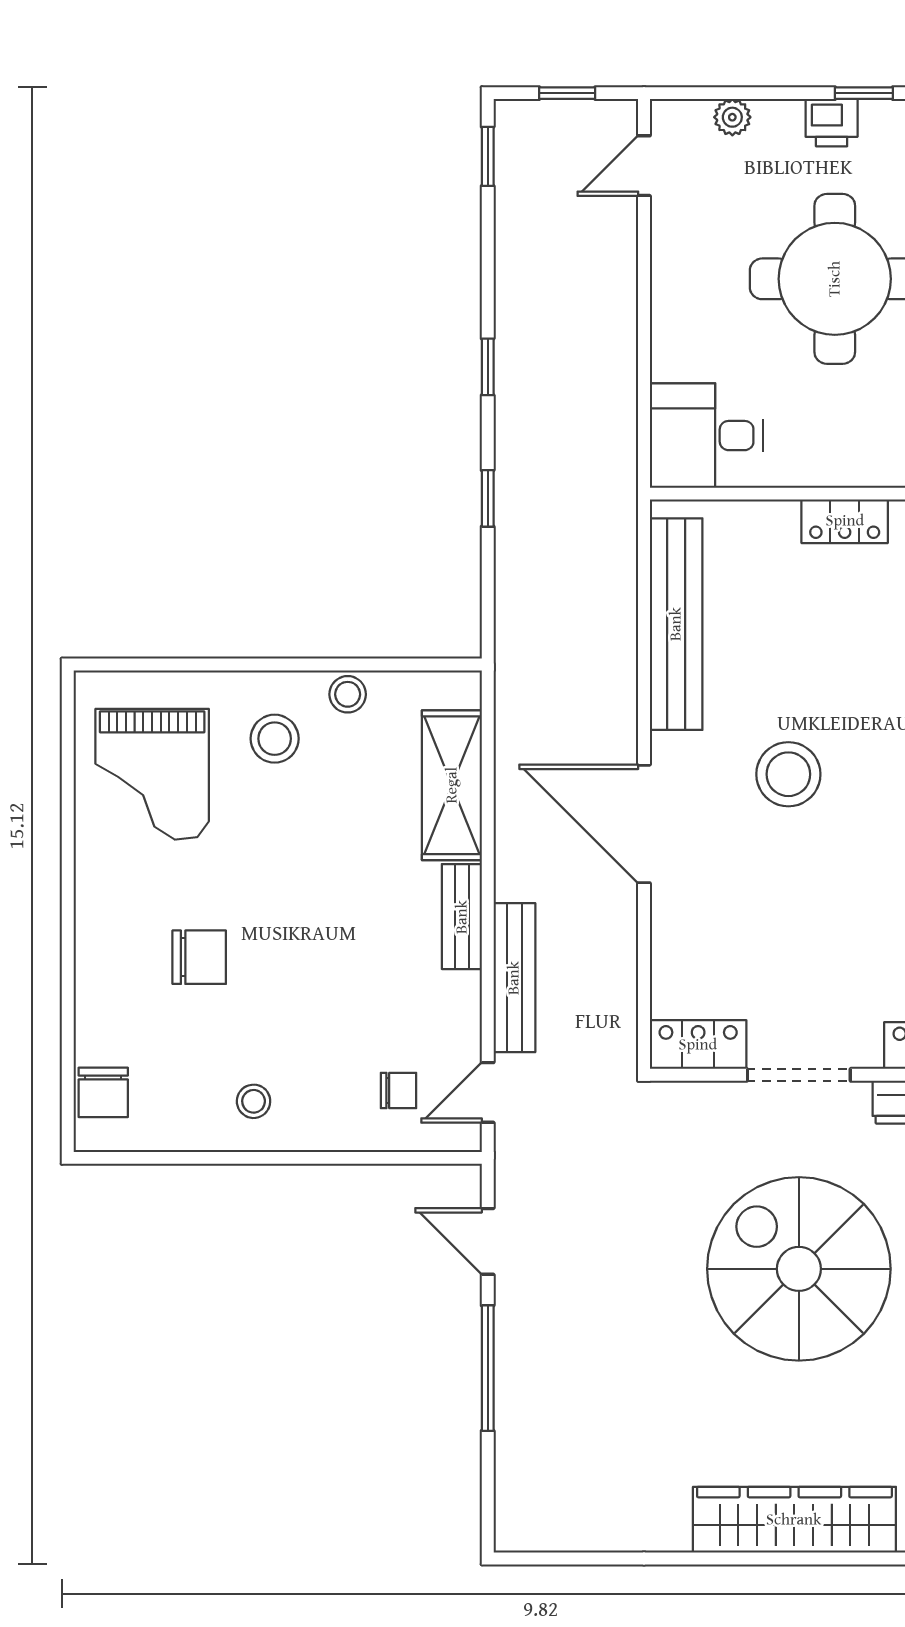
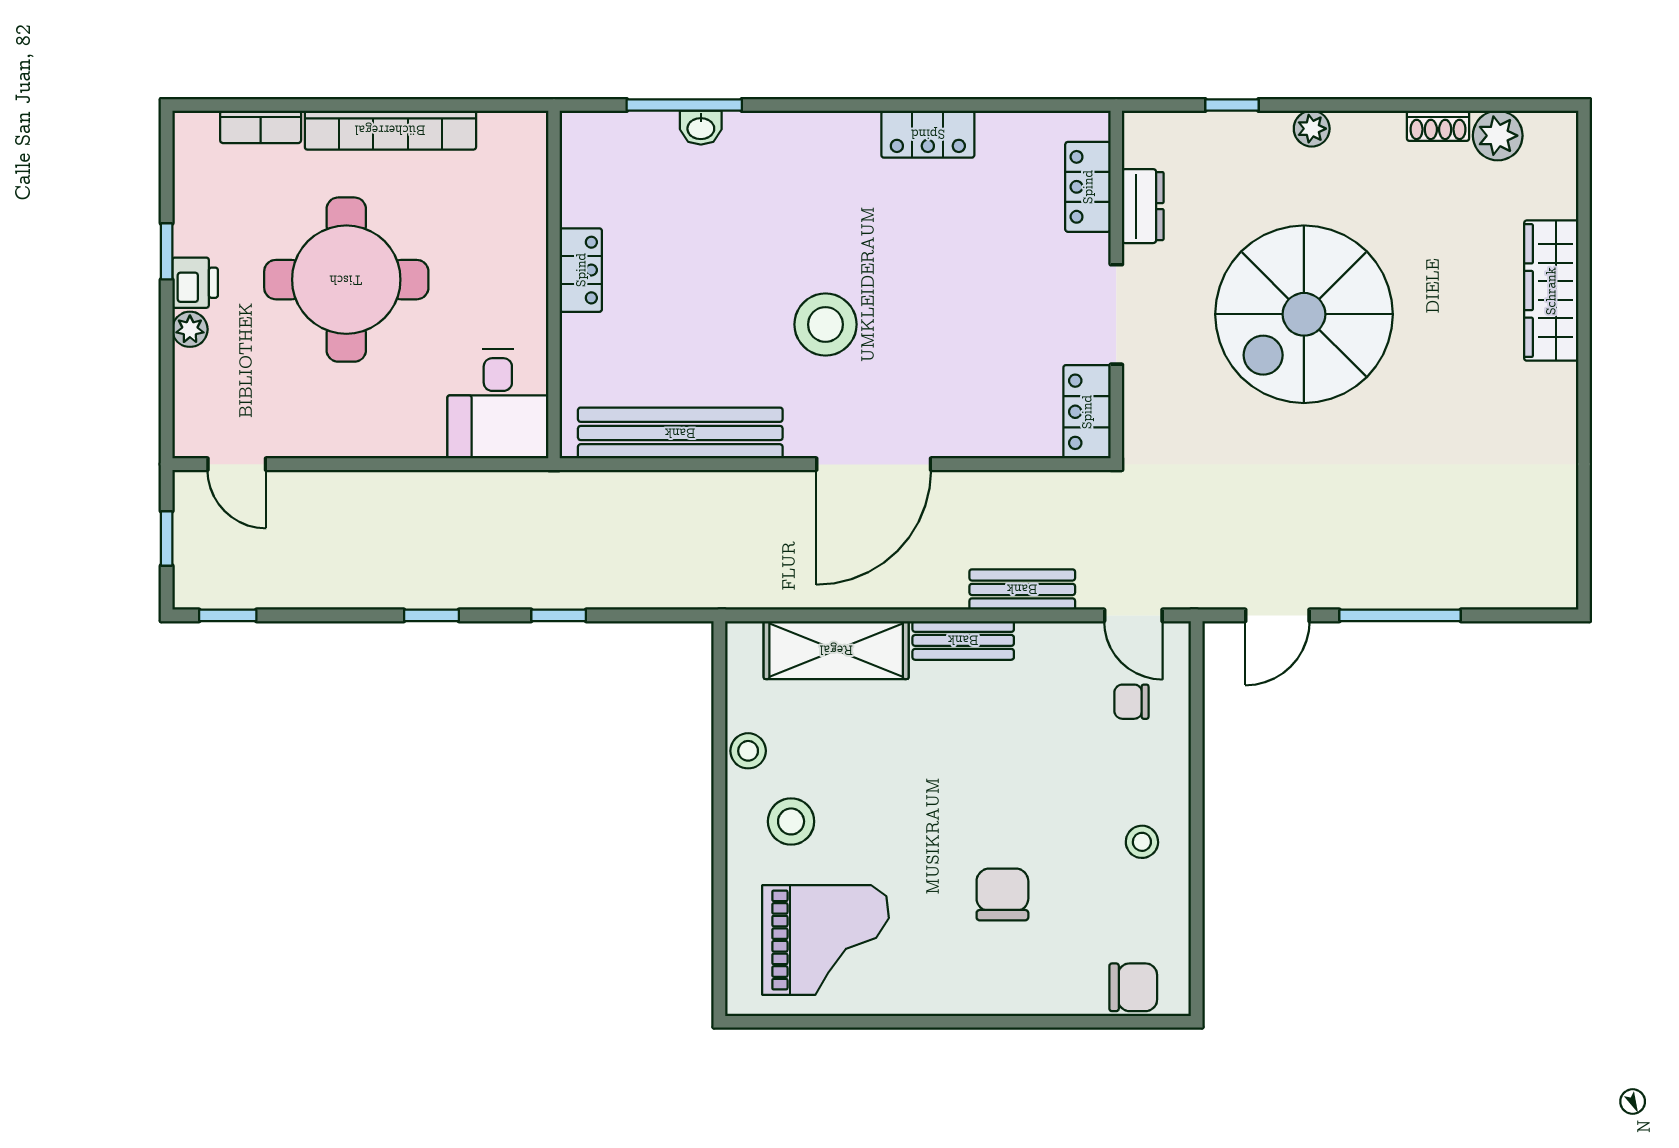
plant: (732, 117) -> (190, 329), moved
bench: (514, 978) -> (1022, 589), width x0.73
chair: (398, 1090) -> (1131, 702), turned -90
wardrobe: (794, 1520) -> (1551, 291), width x0.71, depth x0.85

